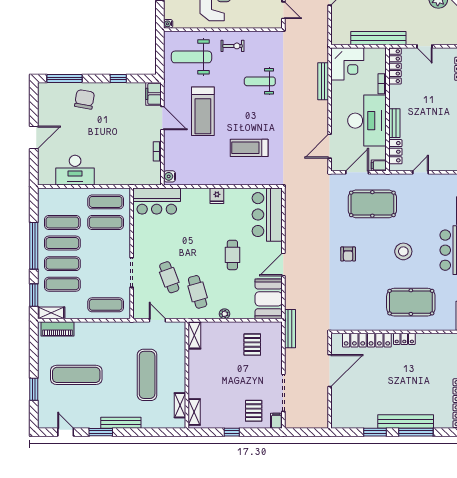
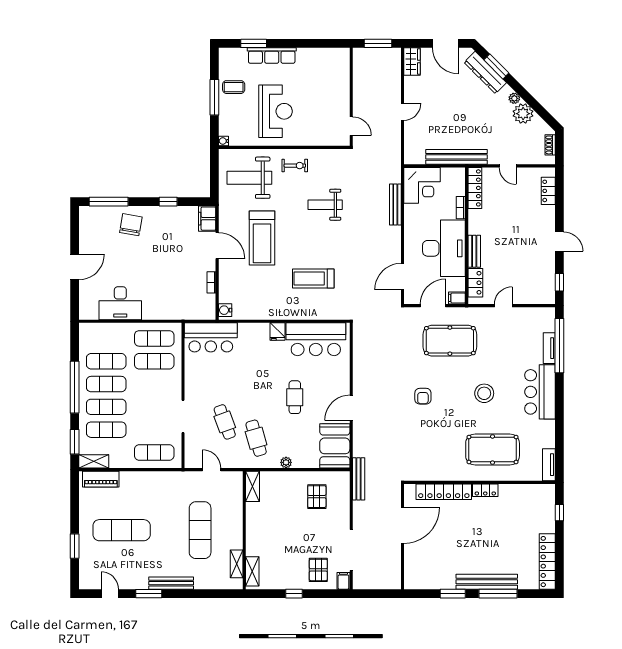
bar counter: (267, 215) -> (316, 339), moved, turned -90

